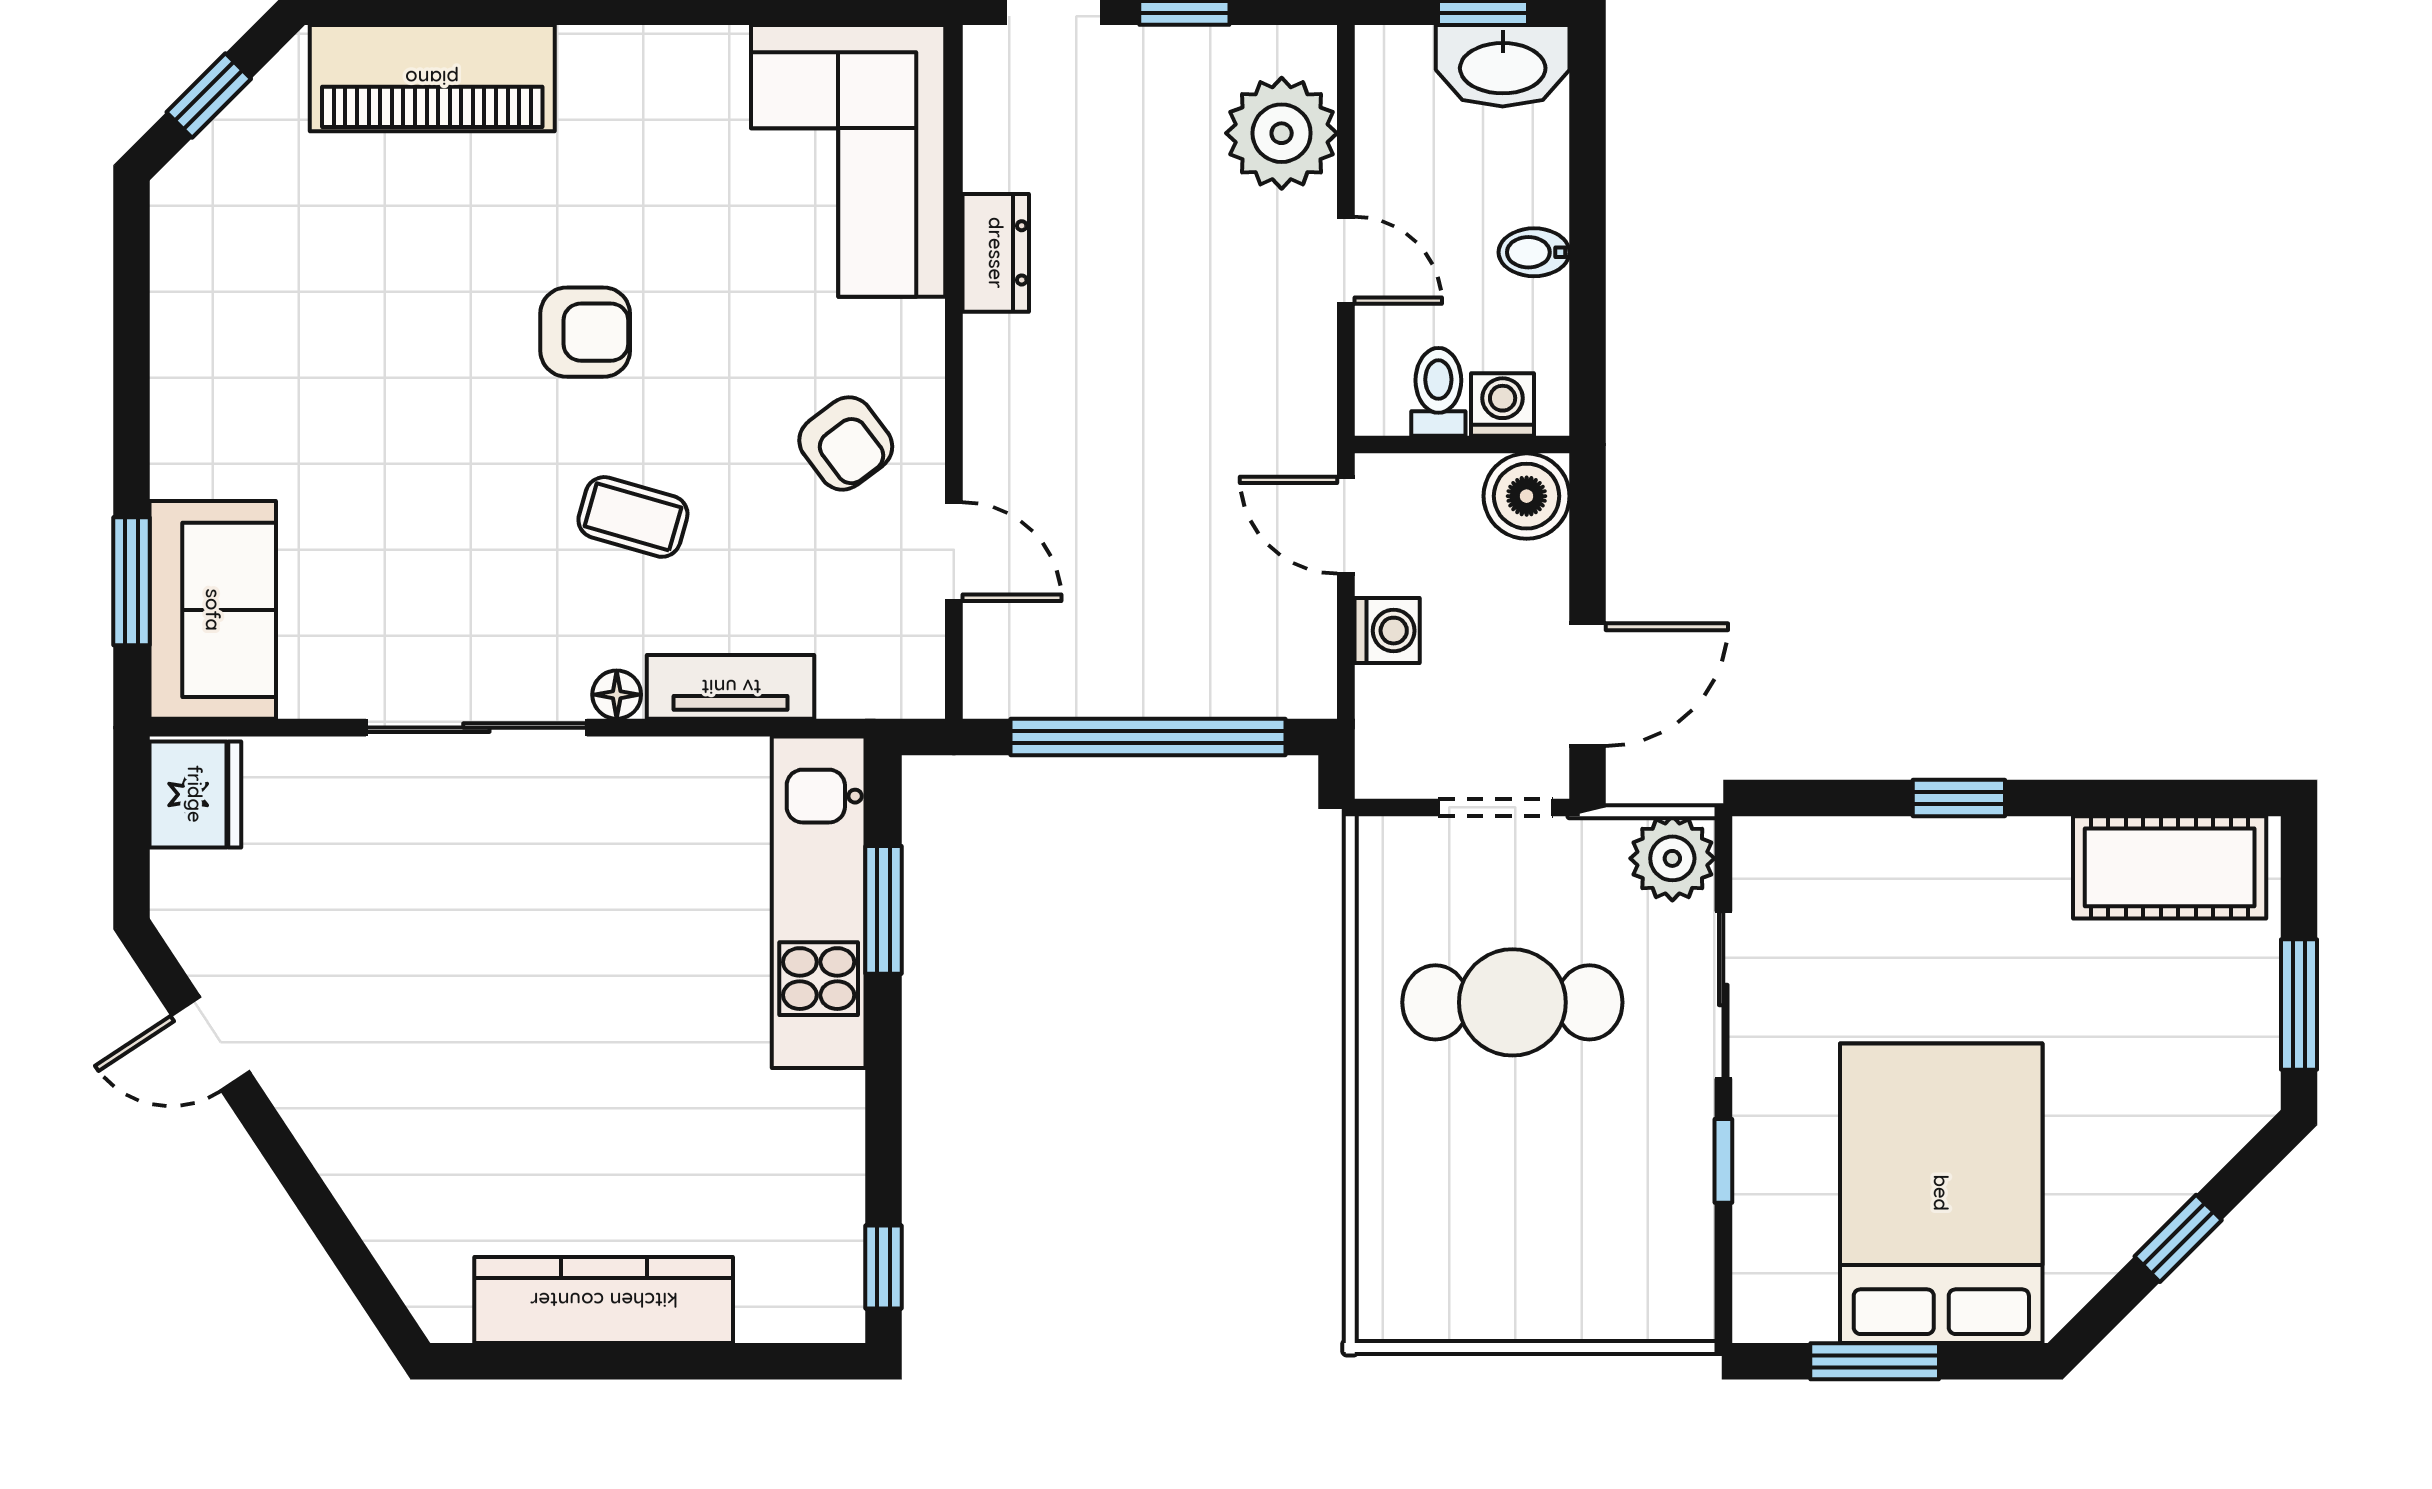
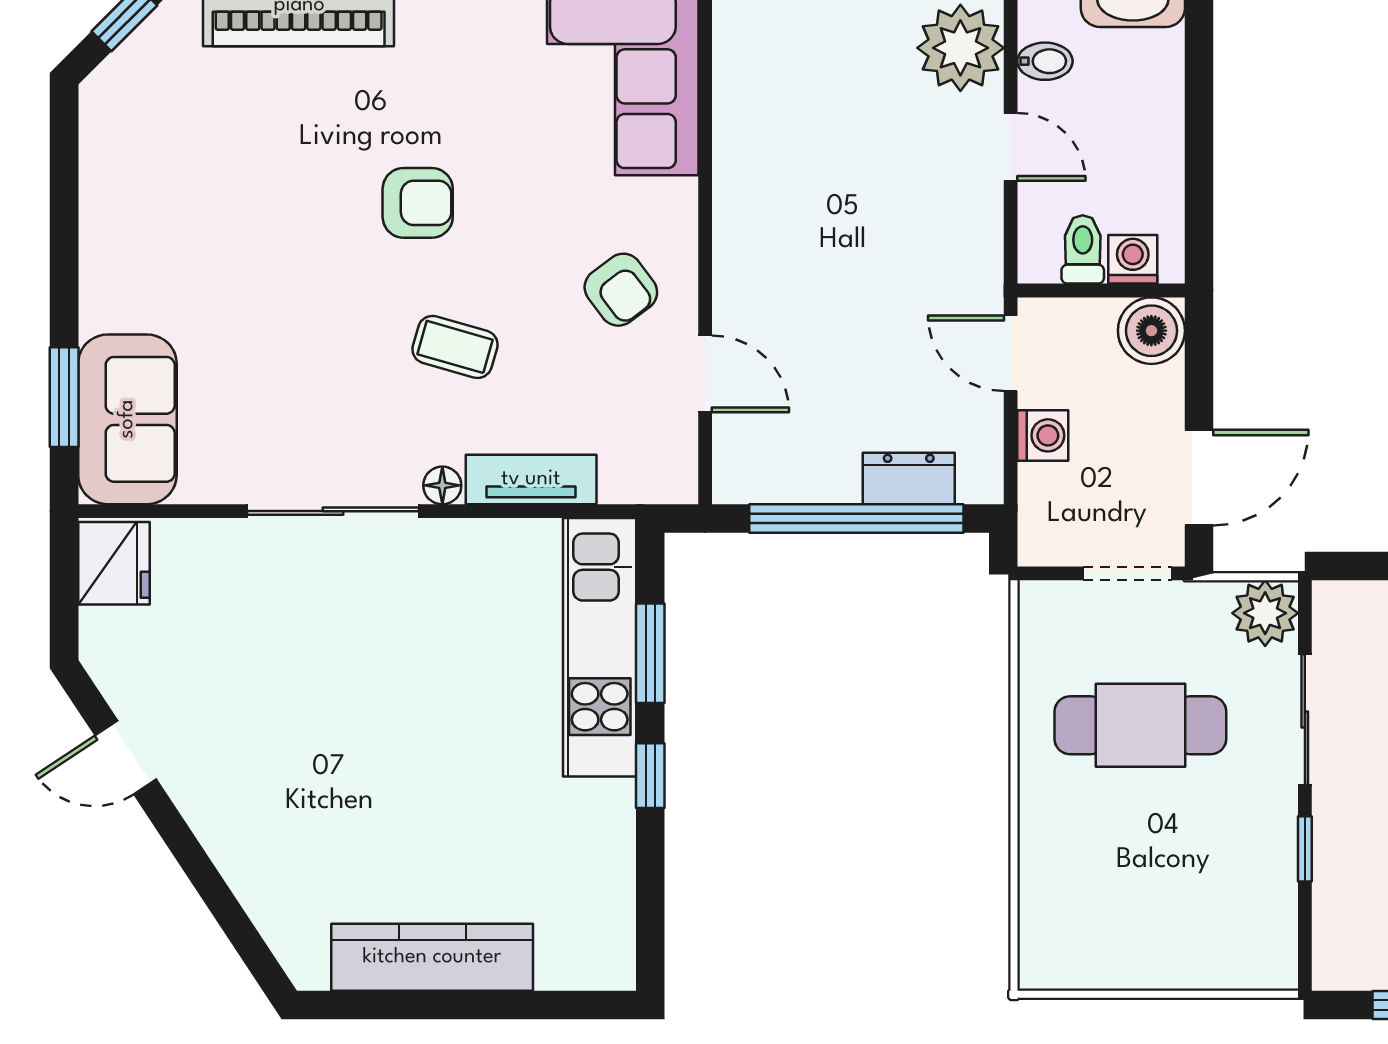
bidet: (1534, 252) -> (1045, 61), moved, turned 180
dresser: (996, 253) -> (909, 478), moved, turned -90
window: (883, 1267) -> (650, 776), moved

